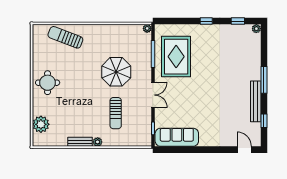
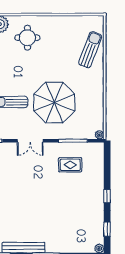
rug: (176, 57) -> (70, 165), width x0.54, depth x0.49
parasol: (116, 72) -> (54, 103), width x1.36, depth x1.36
round table: (48, 83) -> (27, 38), moved

